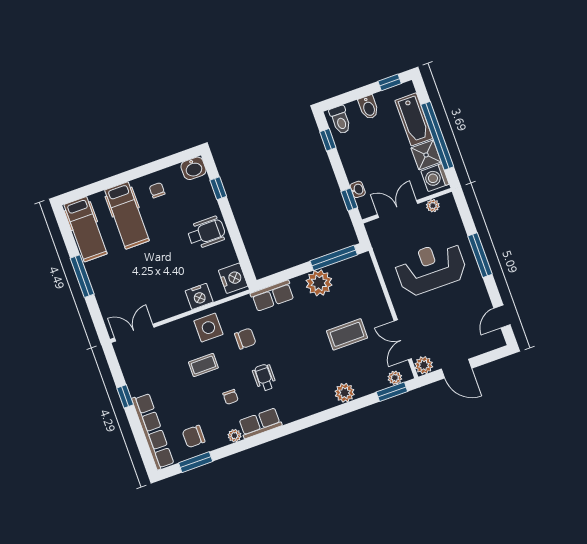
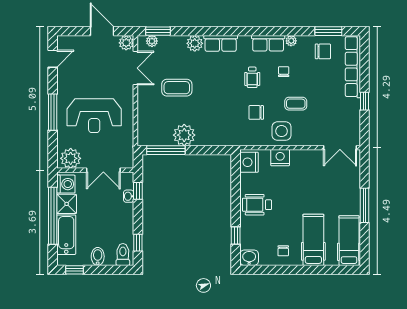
plant: (433, 206) -> (71, 158), width x1.87, depth x1.87
row of seats: (272, 296) -> (221, 43), moved, turned 180

